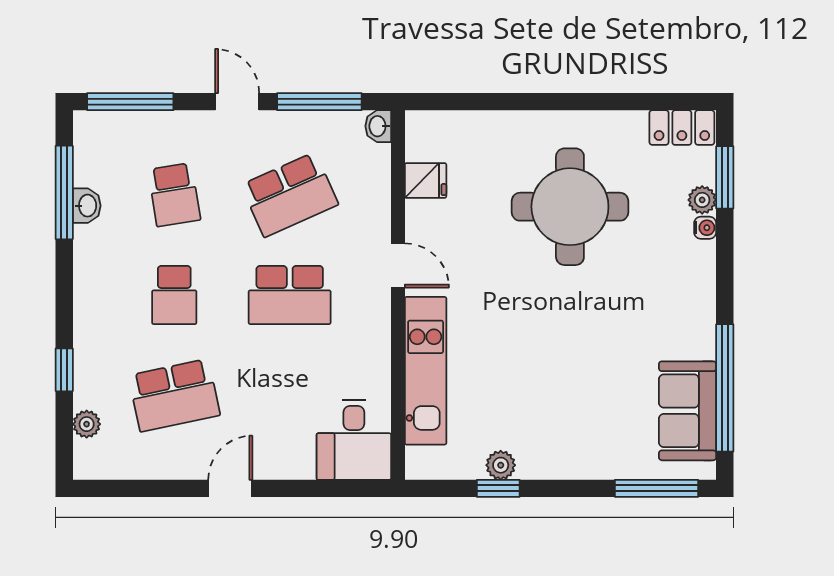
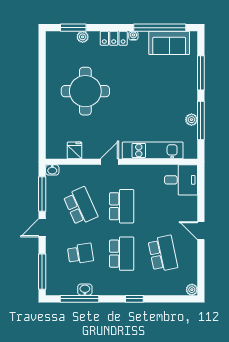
locker: (682, 128) -> (114, 38), moved, turned 90
water cooler: (705, 228) -> (133, 36), moved
school desk: (174, 295) -> (122, 254), width x1.85
window: (64, 370) -> (134, 299), moved
plant: (87, 424) -> (192, 290), moved
window: (498, 488) -> (201, 121), width x2.17
window: (656, 488) -> (201, 73), moved

